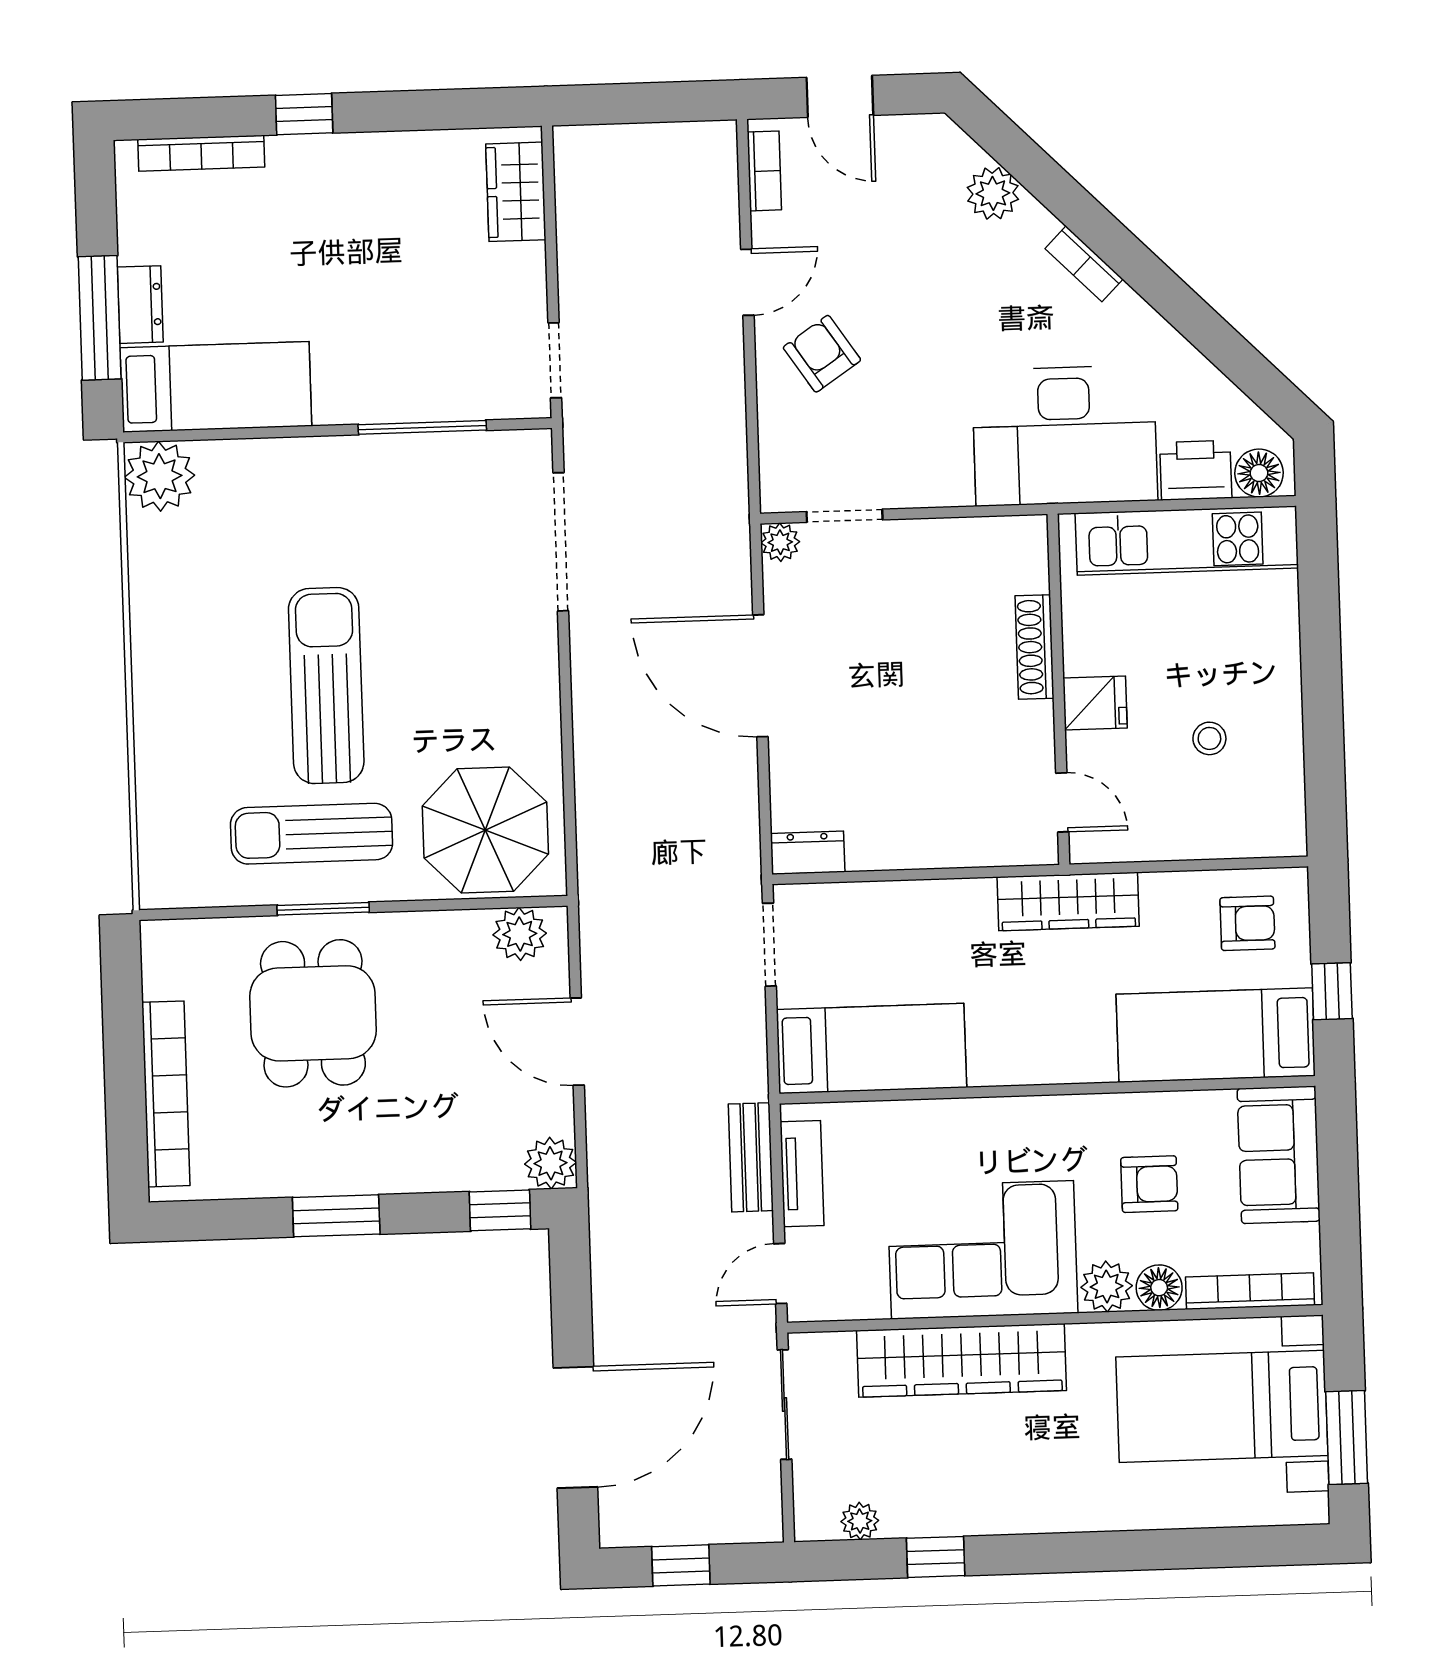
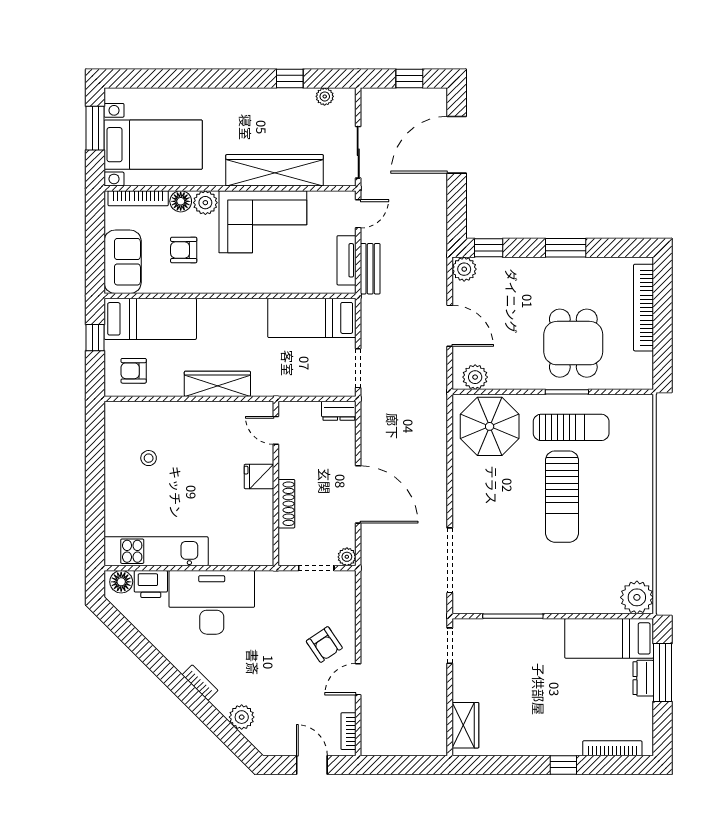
shoe rack: (1034, 647) -> (286, 504), moved
wall: (1058, 689) -> (276, 483), moved
fridge: (1095, 703) -> (259, 476), moved
door: (1062, 802) -> (276, 430), moved

